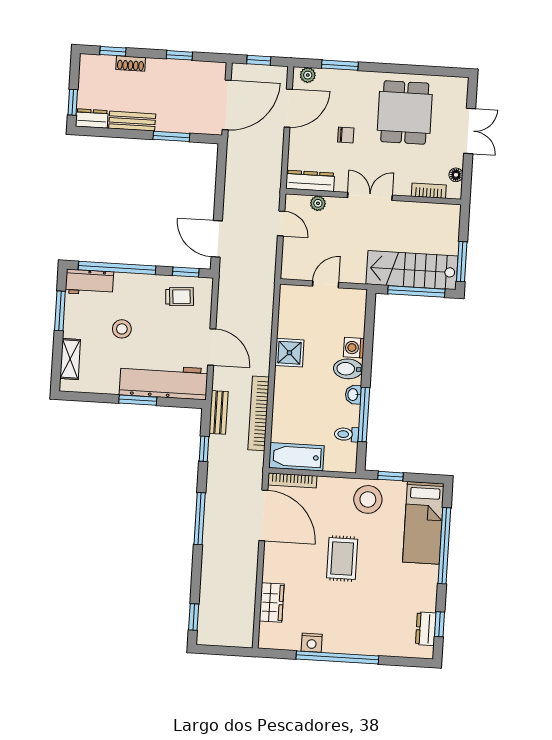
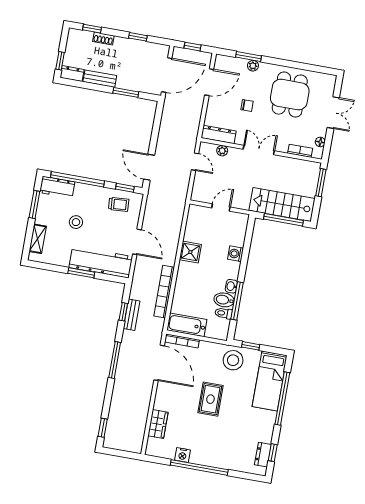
plant: (308, 75) -> (253, 66), moved
window: (462, 262) -> (321, 183), moved
bidet: (348, 369) -> (224, 300), moved
bench: (219, 412) -> (132, 315), moved

